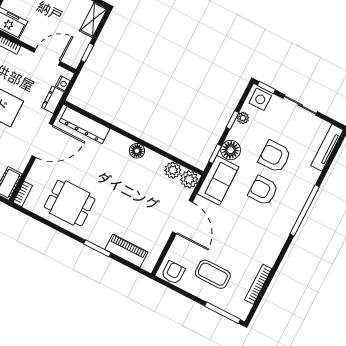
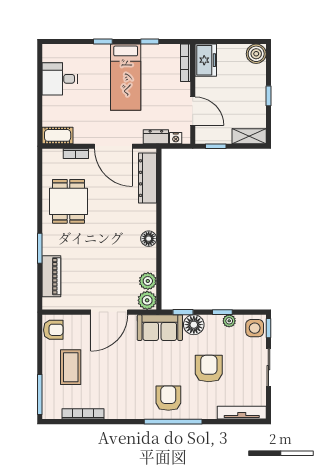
armchair: (263, 191) -> (168, 398), moved
bookcase: (23, 194) -> (76, 154), moved

